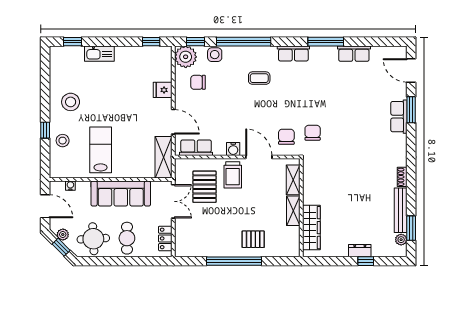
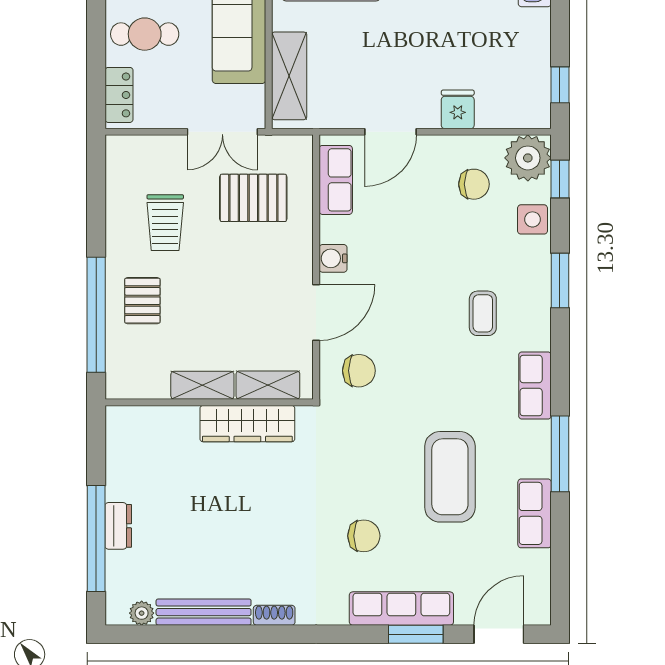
window: (244, 42) -> (560, 280), width x0.47
chair: (198, 82) -> (474, 184), turned 90
coffee table: (337, 94) -> (450, 477), added
row of seats: (399, 117) -> (401, 609), width x1.48
chair: (313, 133) -> (364, 536), moved
shelving: (163, 157) -> (289, 76), moved, turned 90
trolley: (233, 175) -> (165, 223), moved, turned -90
wardrobe: (311, 228) -> (247, 424), moved
window: (411, 228) -> (166, 634), removed
locker: (165, 238) -> (119, 95), moved, turned 90
window: (234, 261) -> (96, 315), moved
window: (366, 261) -> (96, 539), width x3.17

